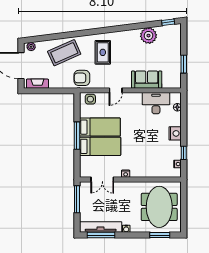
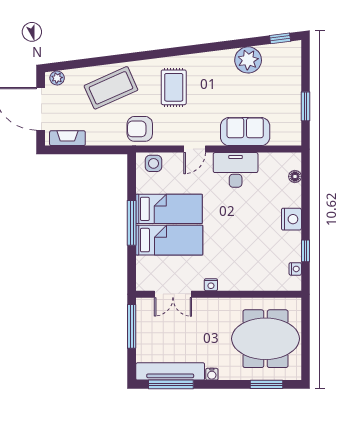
desk: (156, 103) -> (236, 170), moved
meeting table: (159, 207) -> (265, 339), turned 90

